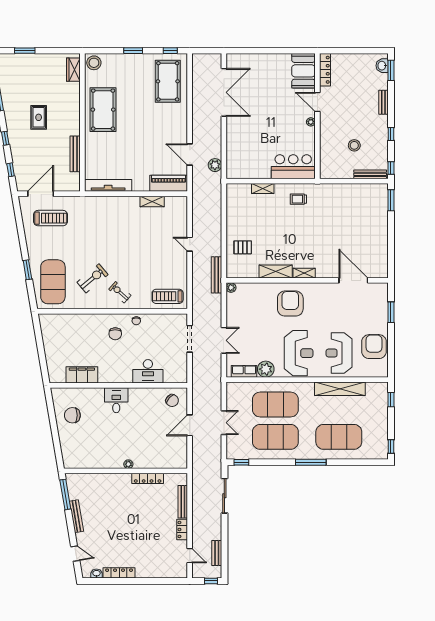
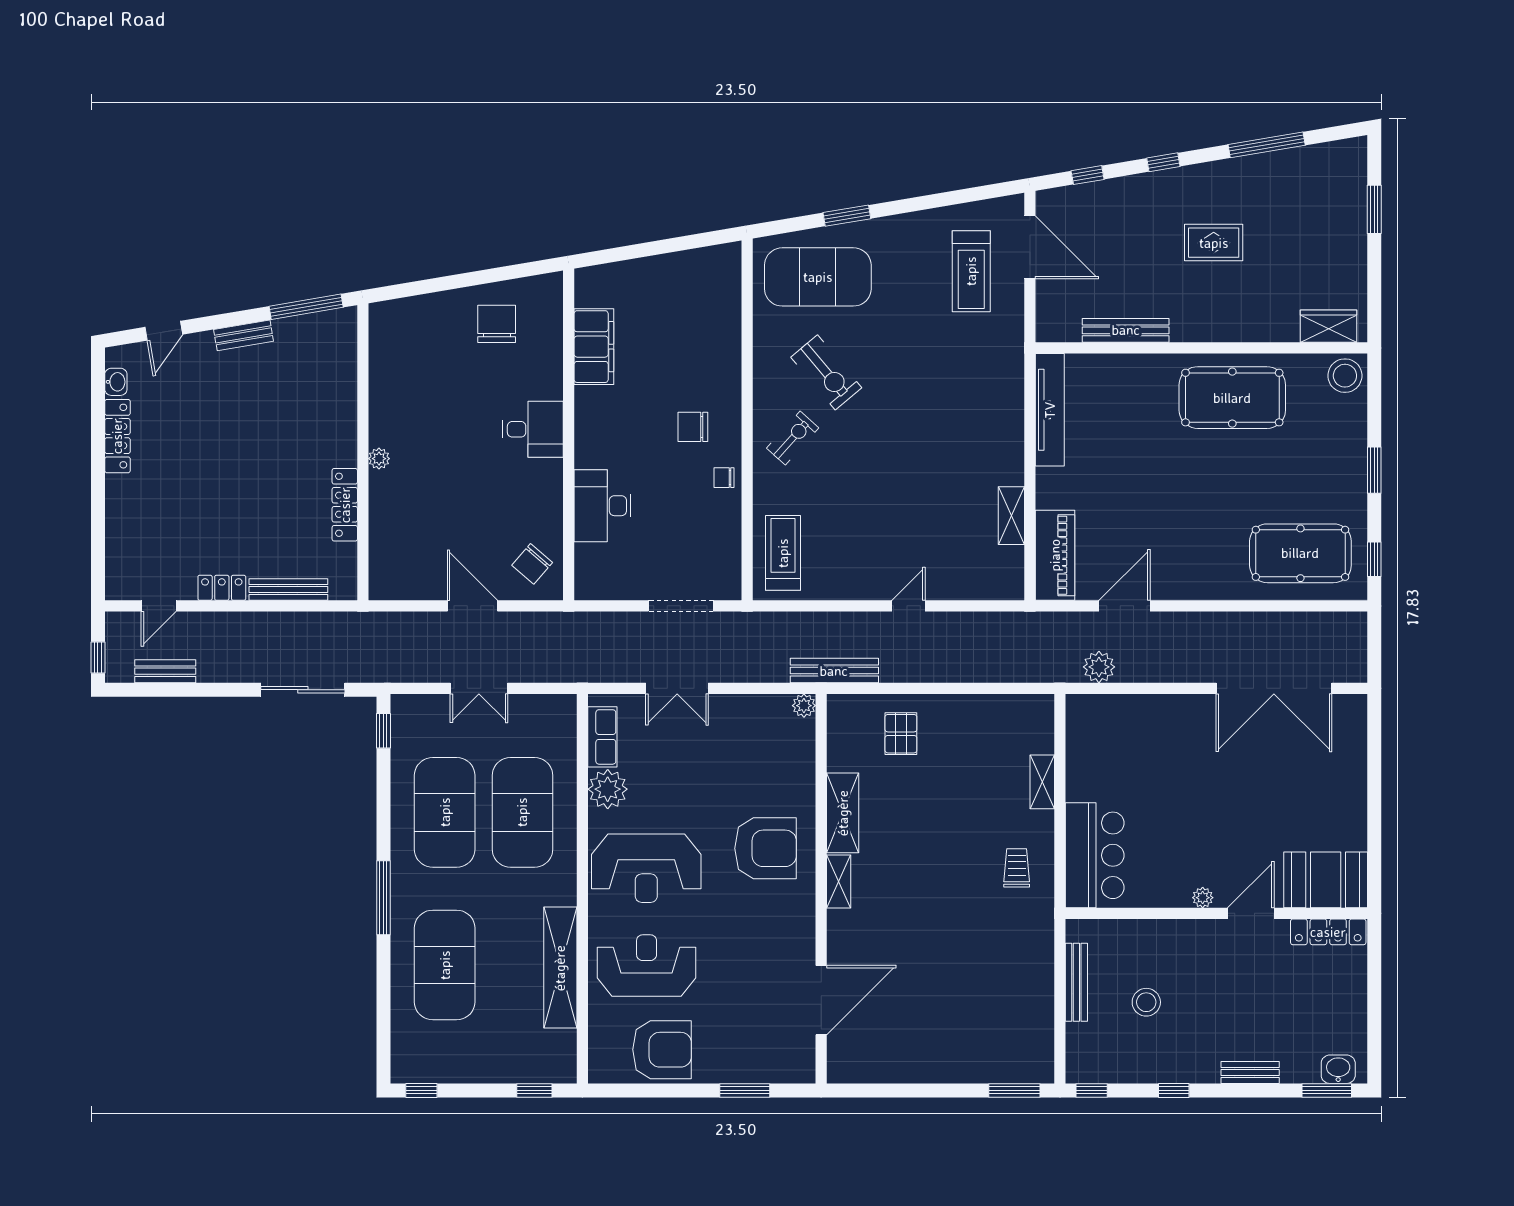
bench: (370, 174) -> (1076, 982), moved
bench: (76, 516) -> (244, 335), width x0.73

